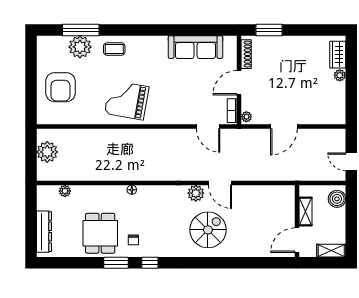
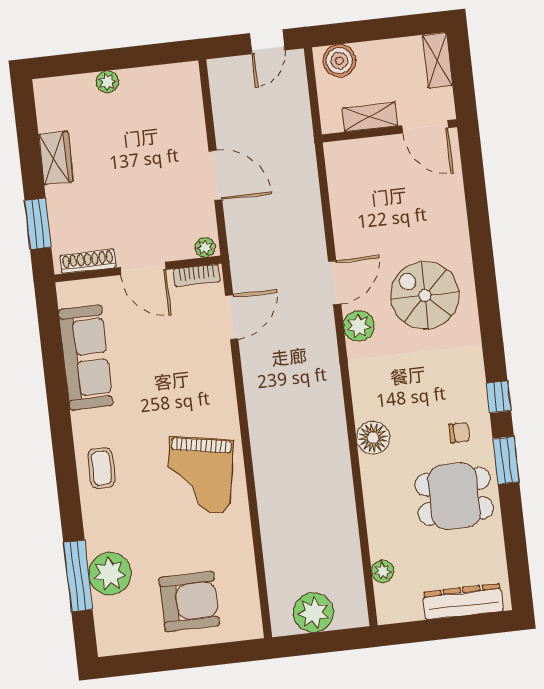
coffee table: (114, 49) -> (101, 468), moved
wardrobe: (338, 55) -> (56, 158), moved, turned -90
floor lamp: (132, 190) -> (373, 438), width x1.89, depth x1.89

